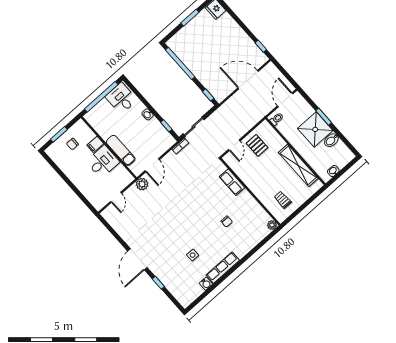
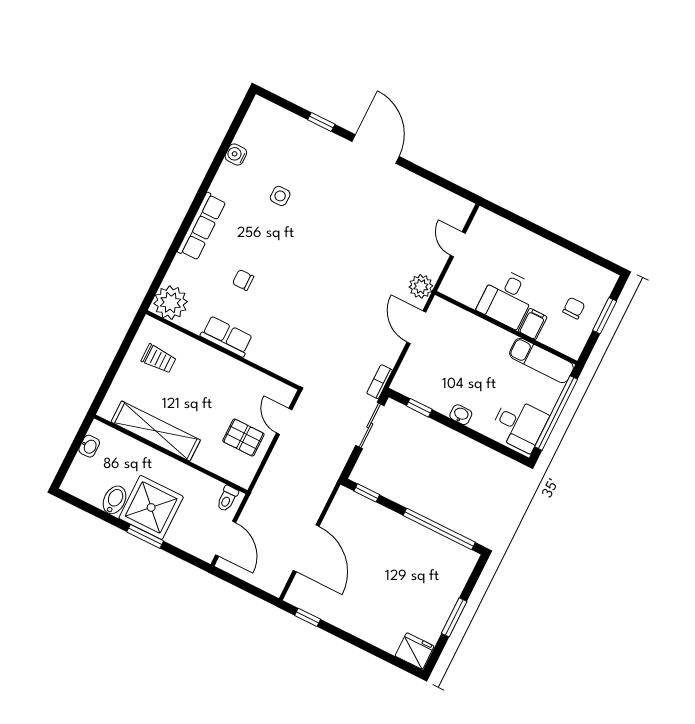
door: (248, 80) -> (306, 548), hinge flipped
exam couch: (121, 150) -> (541, 360), moved
row of seats: (232, 182) -> (227, 336), moved
plant: (272, 225) -> (171, 303), width x1.88, depth x1.88
row of seats: (223, 268) -> (202, 227), moved

